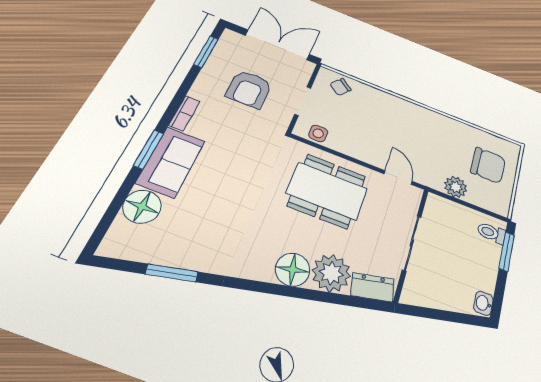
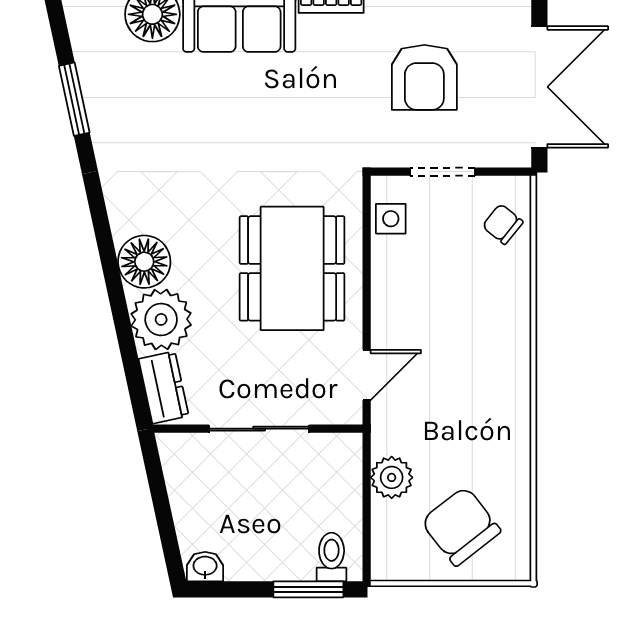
armchair: (249, 89) -> (424, 77), turned -90
chair: (488, 165) -> (461, 526), turned 142

